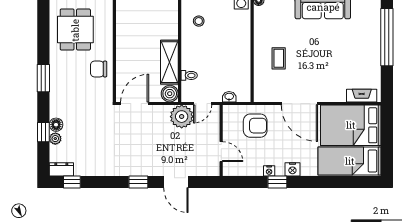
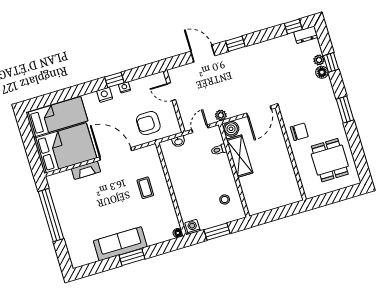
window: (387, 37) -> (51, 215), moved
fireplace: (362, 96) -> (86, 170), moved
plant: (182, 117) -> (221, 115), width x0.53, depth x0.53

